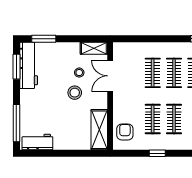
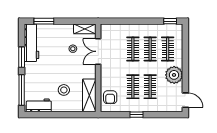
window: (16, 67) -> (22, 57), moved
stool: (75, 93) -> (64, 90), moved
armchair: (125, 132) -> (110, 97), turned 180

